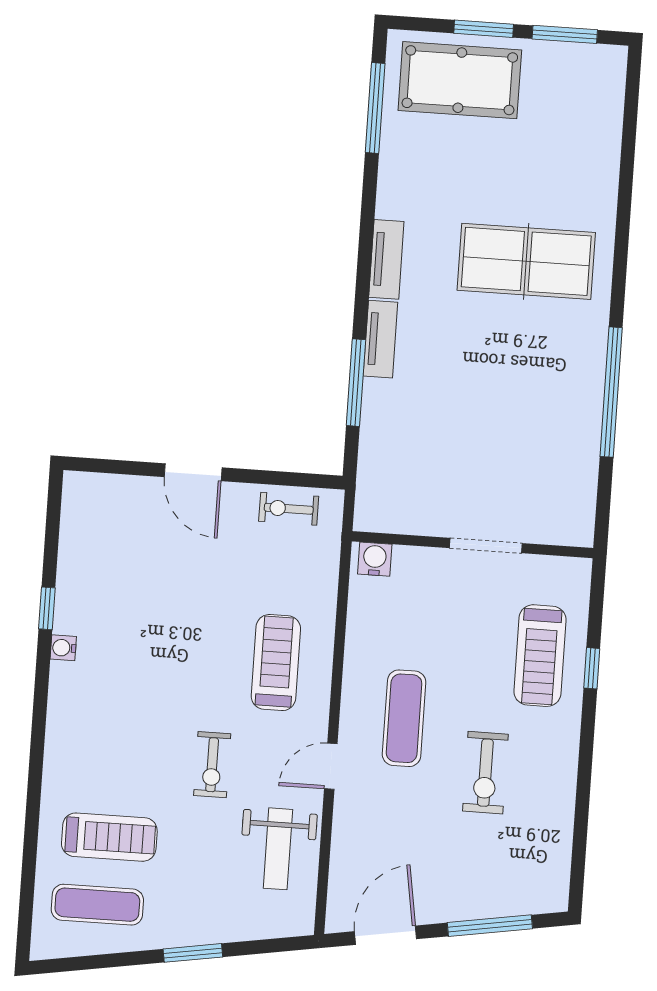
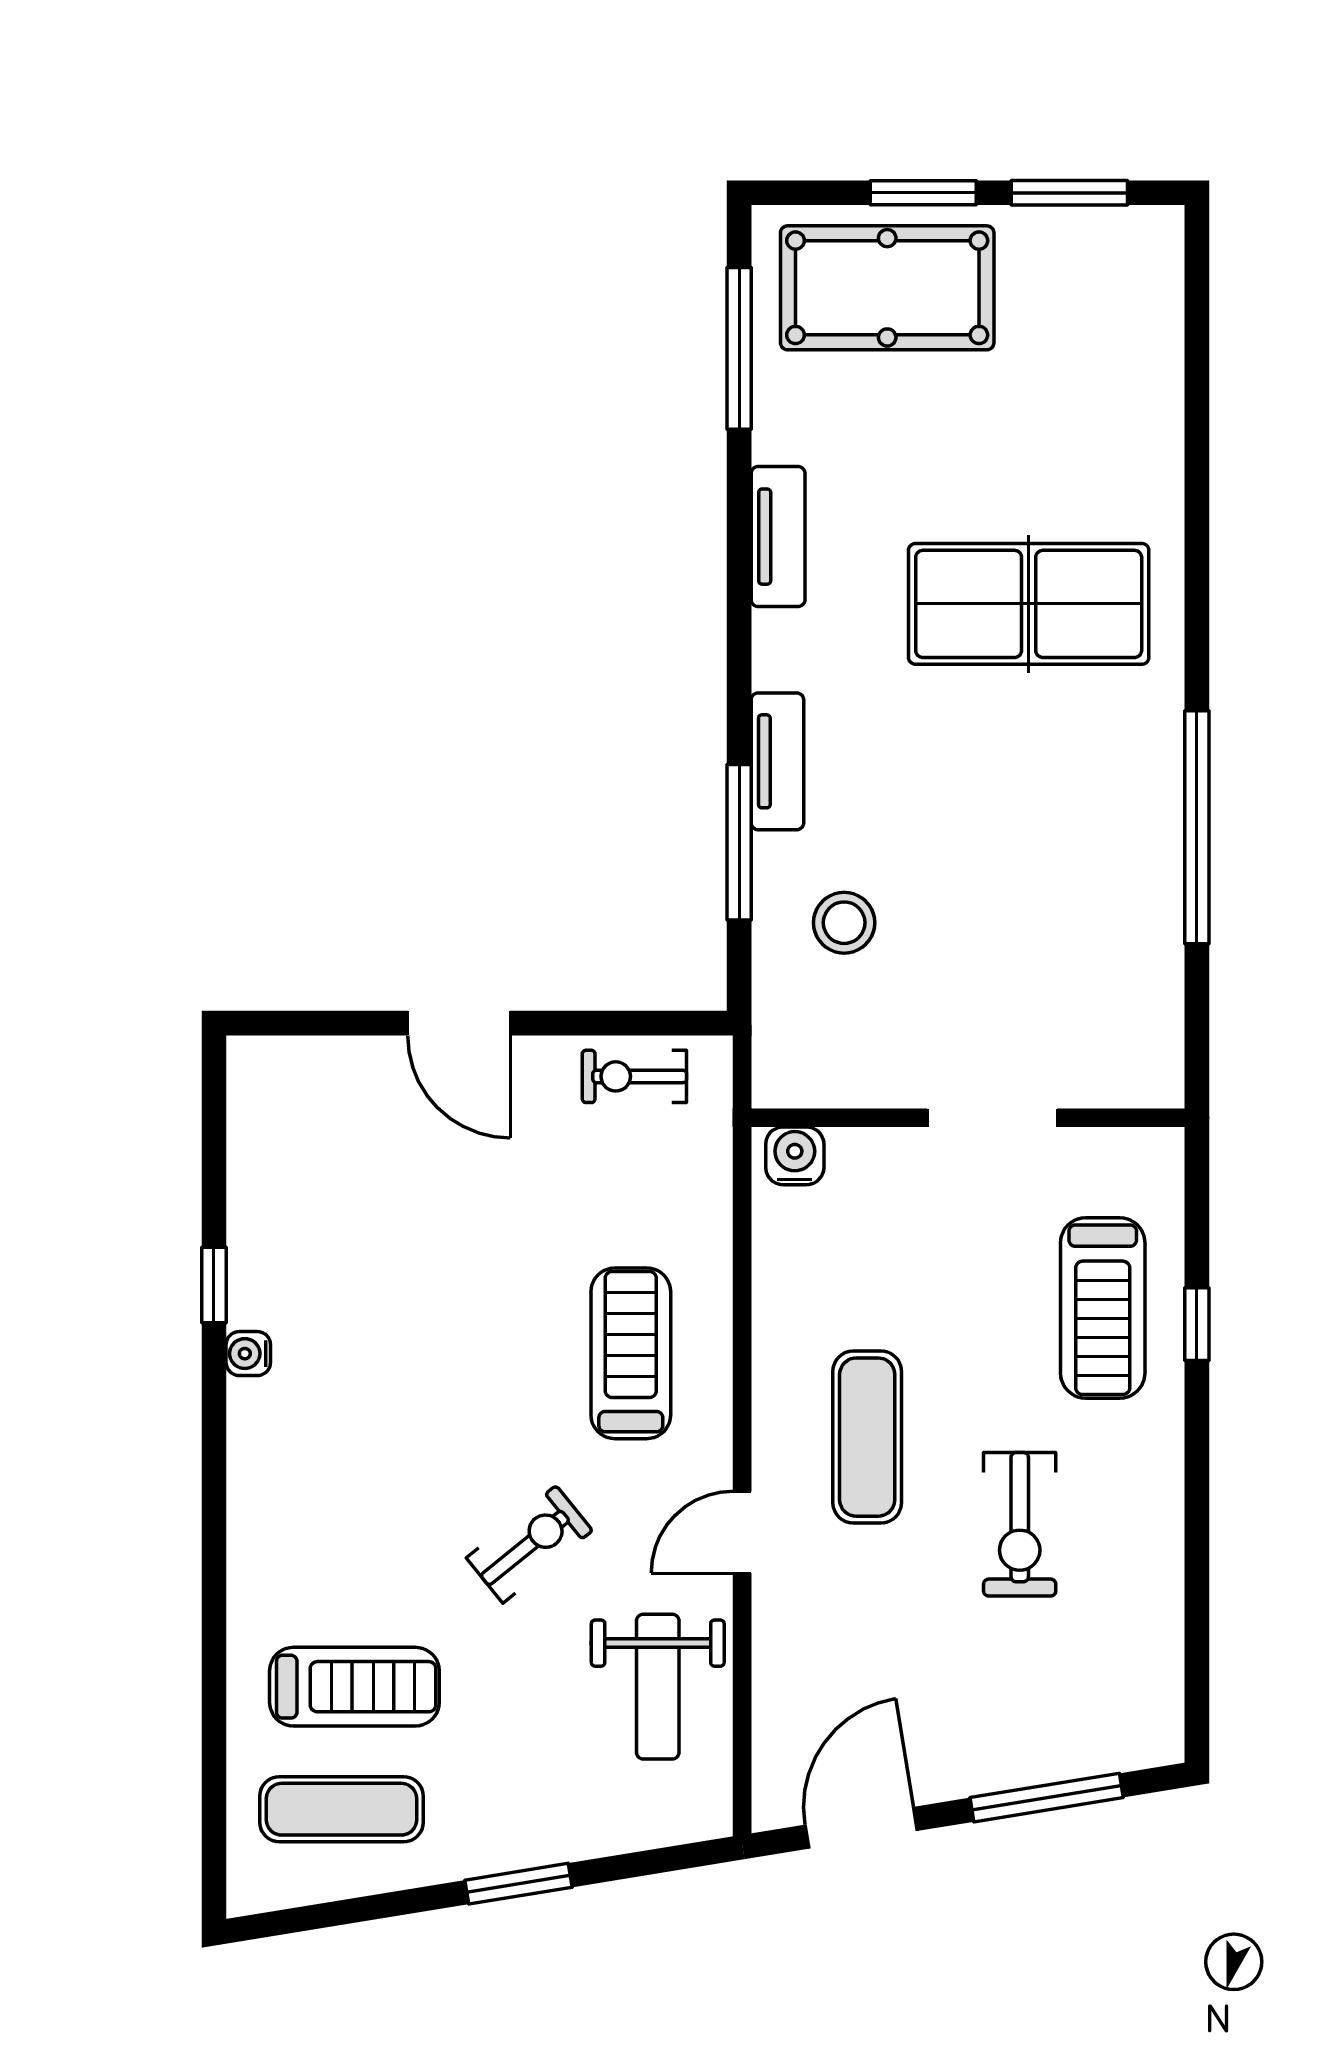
tv unit: (386, 259) -> (778, 537), moved
stool: (411, 431) -> (844, 923), added
exercise bike: (212, 765) -> (529, 1544), turned -129

